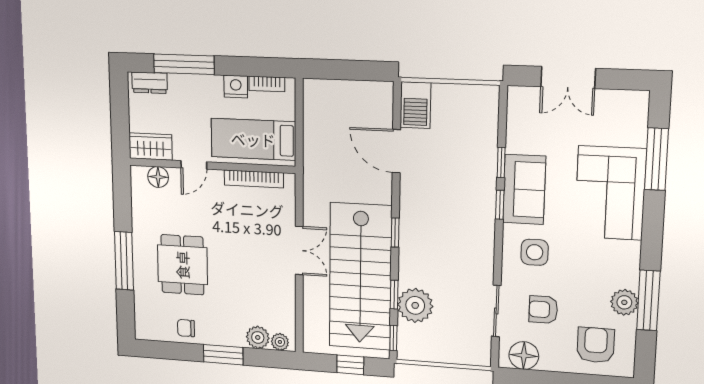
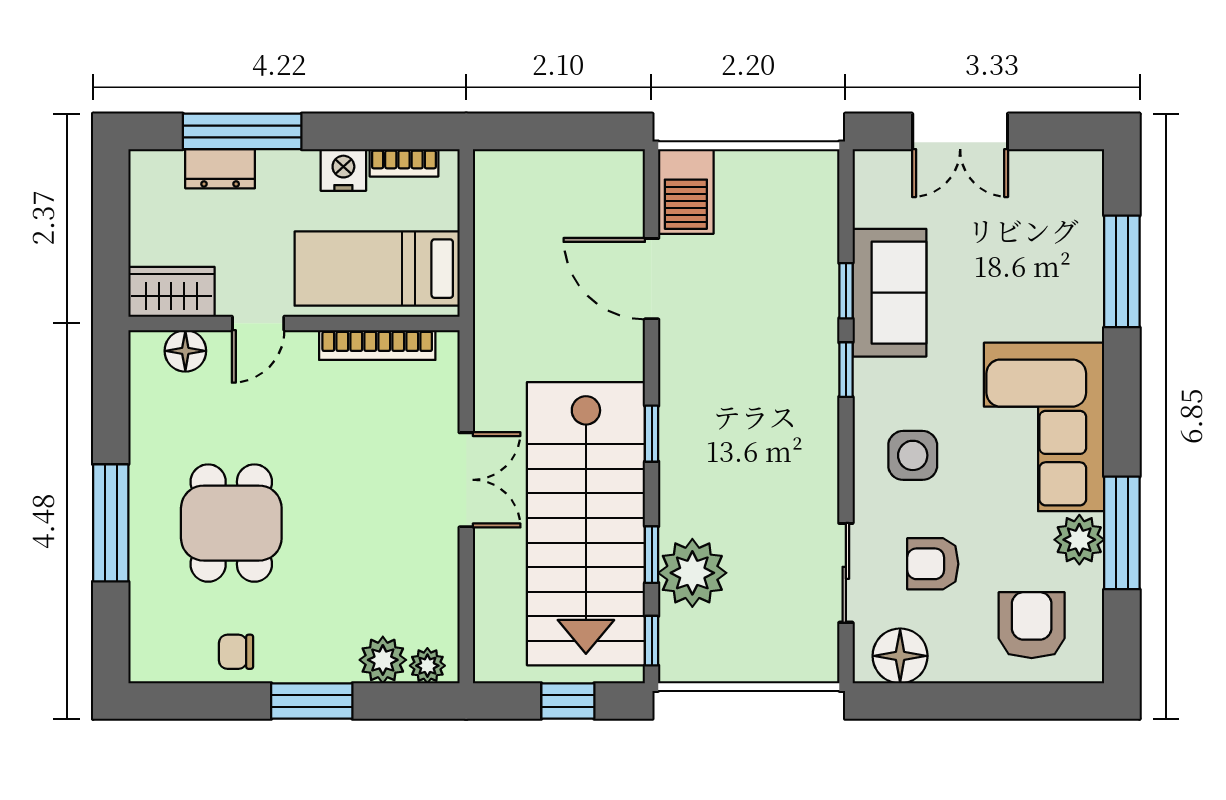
dresser: (150, 83) -> (220, 169), moved
sofa: (524, 189) -> (889, 293), moved
corner sofa: (610, 193) -> (1044, 427), moved

